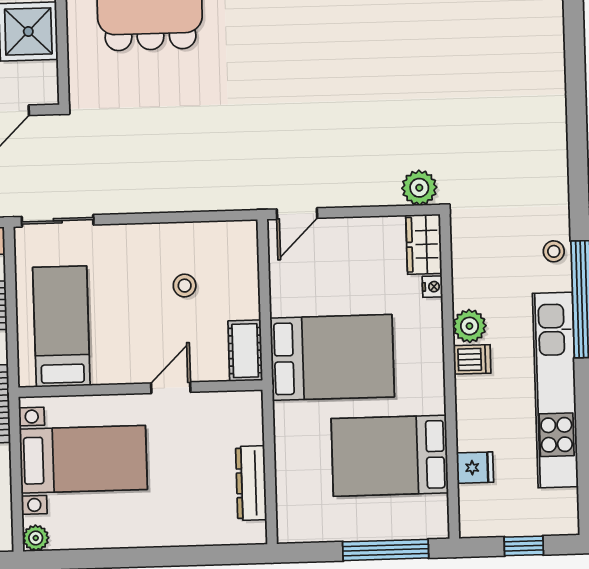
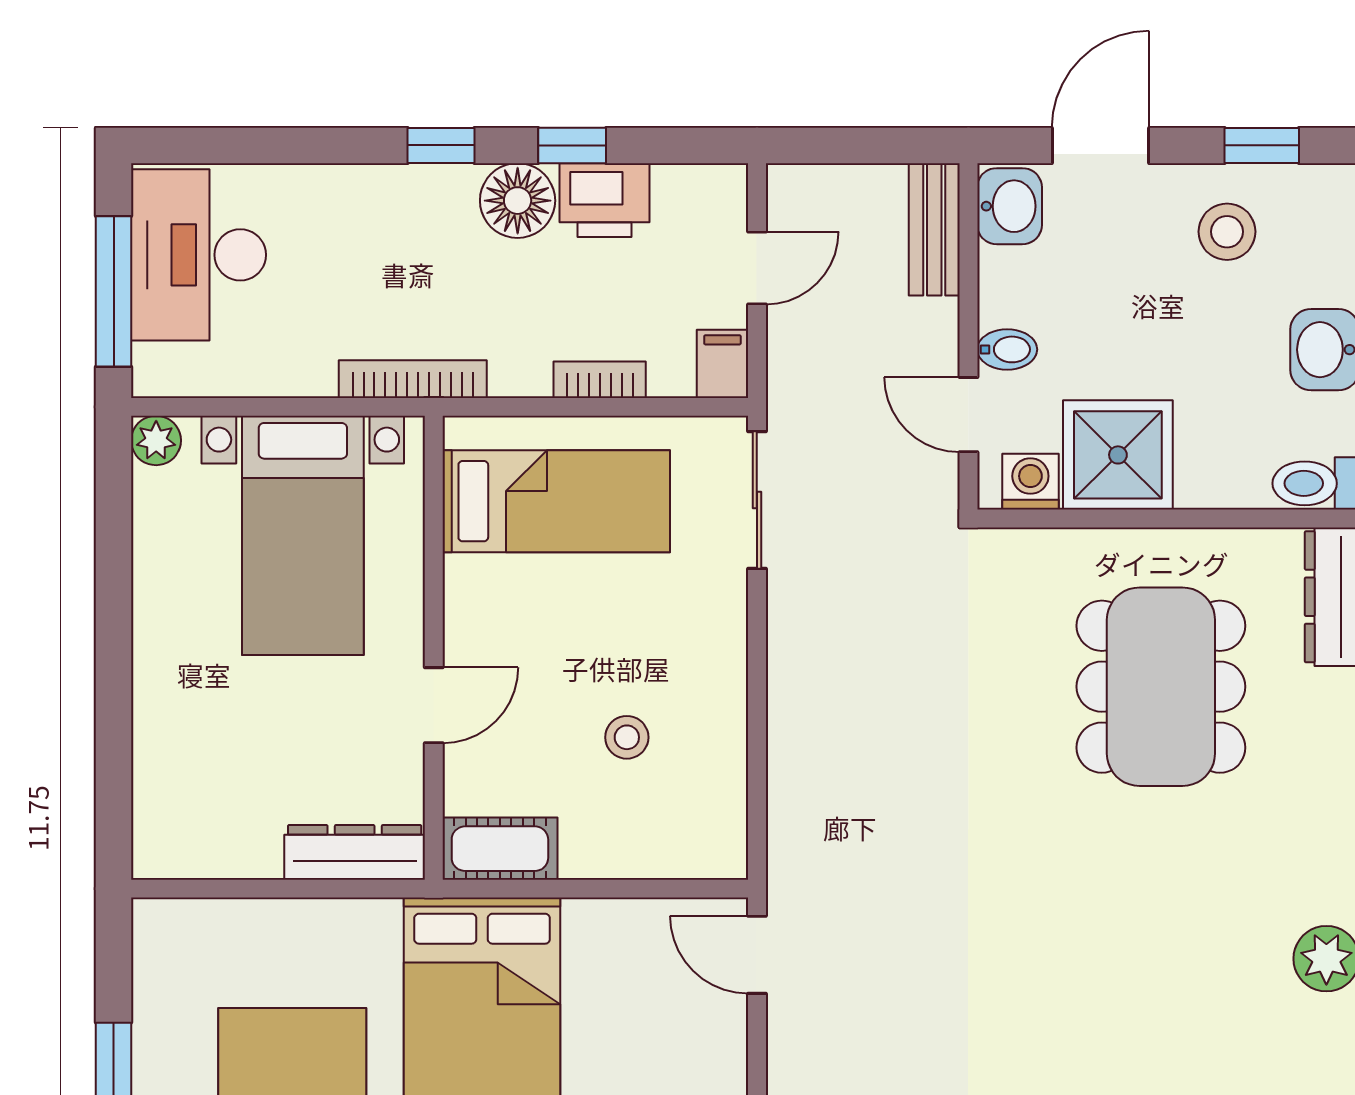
washing machine: (44, 77) -> (1030, 482), added
door: (171, 388) -> (434, 705), hinge flipped
dresser: (251, 483) -> (355, 852), moved

